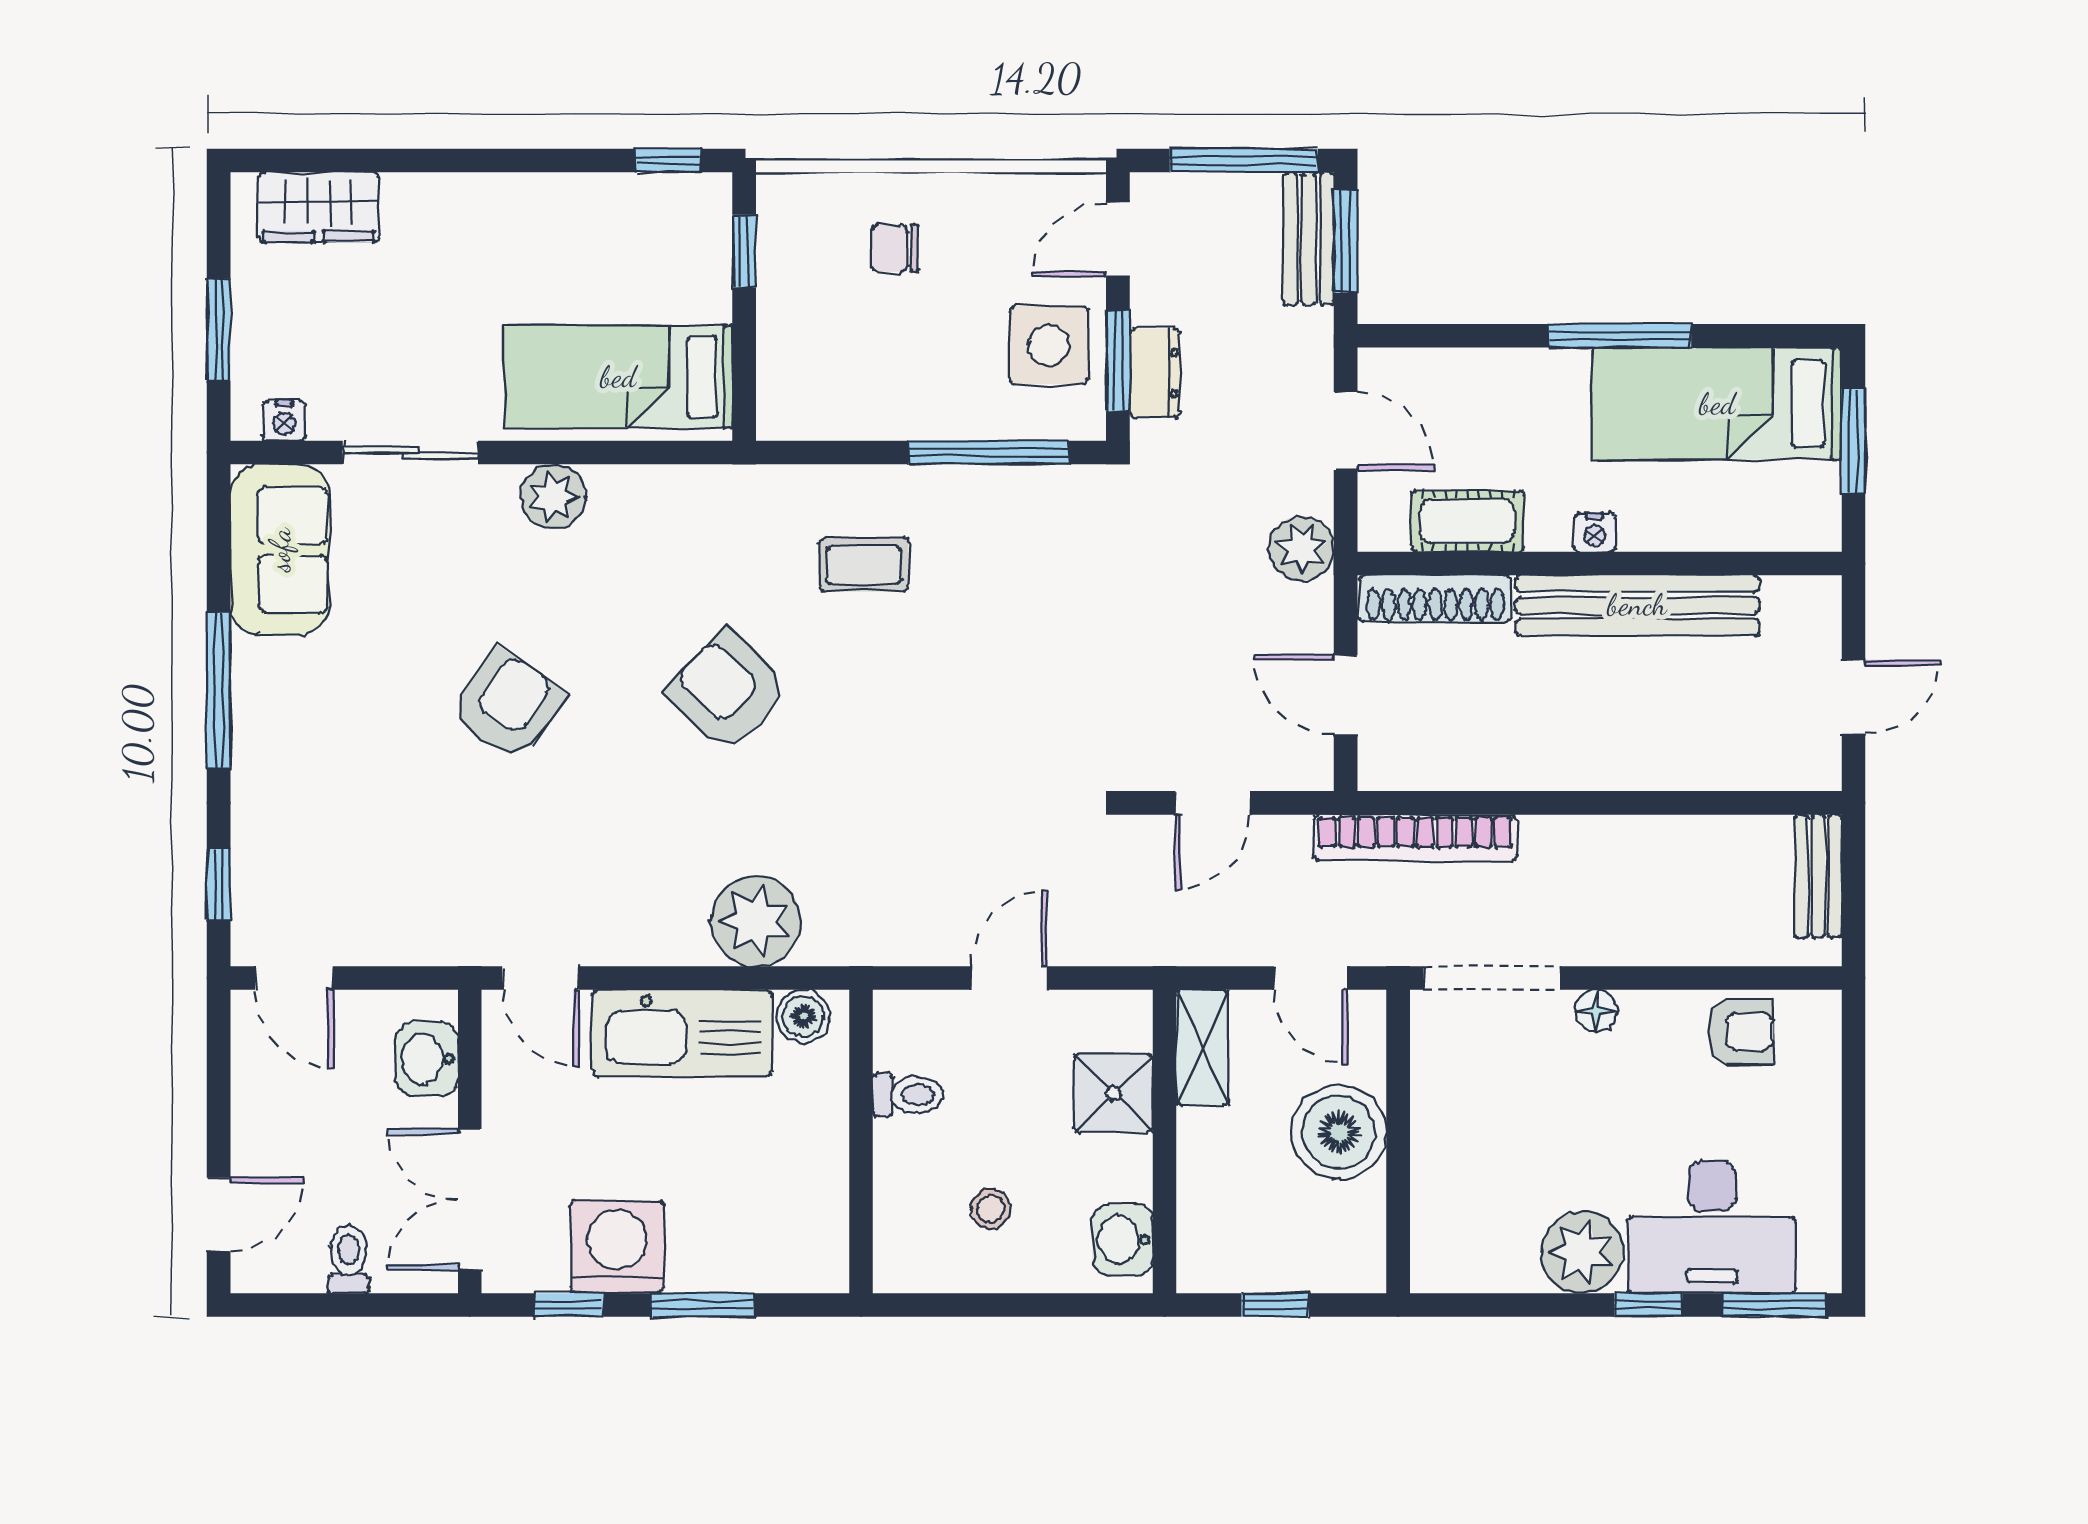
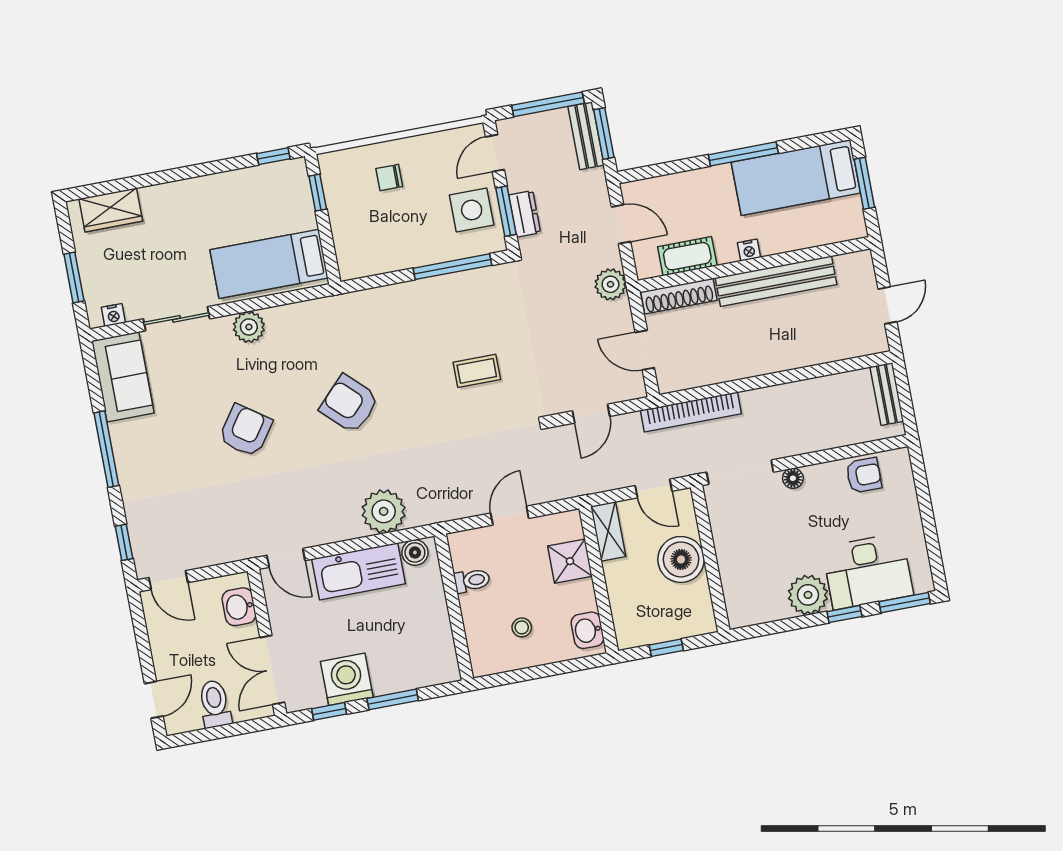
coffee table: (864, 565) -> (477, 371), moved
toilet: (349, 1259) -> (215, 704), width x1.37, depth x1.39

